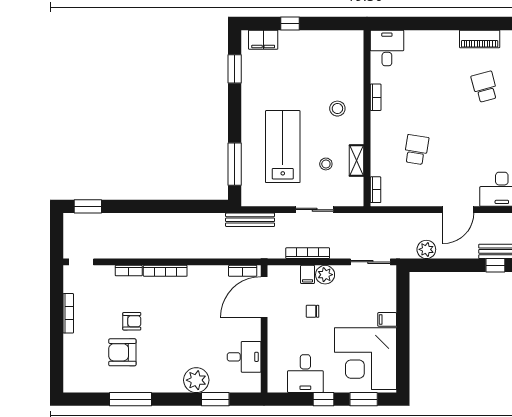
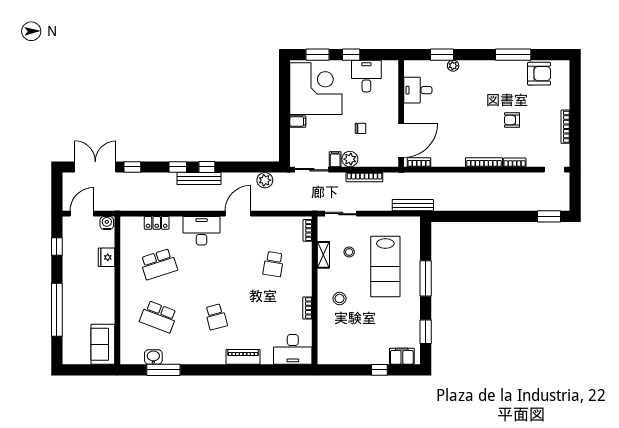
piano: (480, 39) -> (243, 357), moved
desk: (387, 48) -> (293, 349), width x1.37
window: (235, 164) -> (426, 278), moved
sliding door: (315, 210) -> (341, 214), moved
filing cabinet: (308, 274) -> (335, 159), moved
armchair: (122, 352) -> (539, 74), moved
plant: (196, 380) -> (453, 66), width x0.53, depth x0.53

